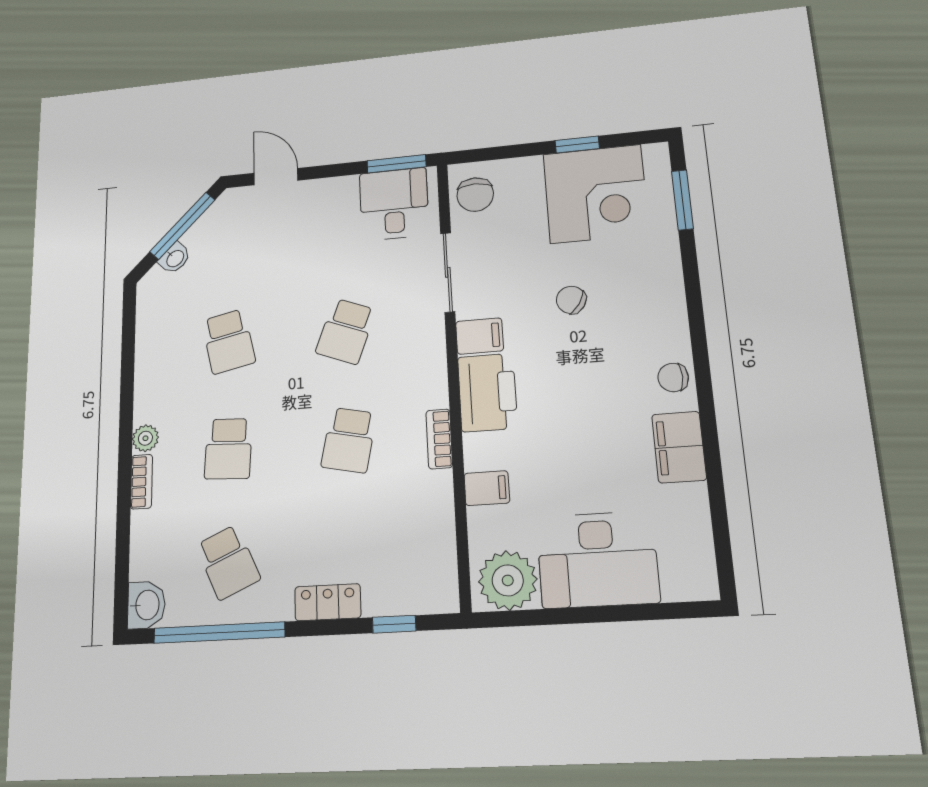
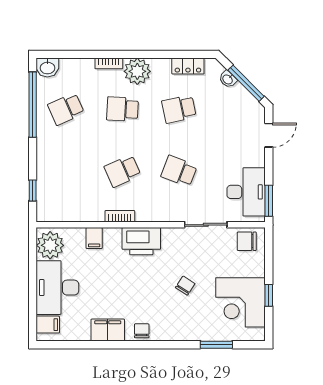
window: (682, 200) -> (216, 345), moved
desk: (394, 204) -> (246, 192), width x1.37
filing cabinet: (480, 336) -> (48, 325), moved, turned -90
plant: (145, 438) -> (137, 71), width x1.88, depth x1.88
school desk: (349, 440) -> (122, 171), turned -36
locker: (328, 602) -> (188, 66), moved, turned 90

